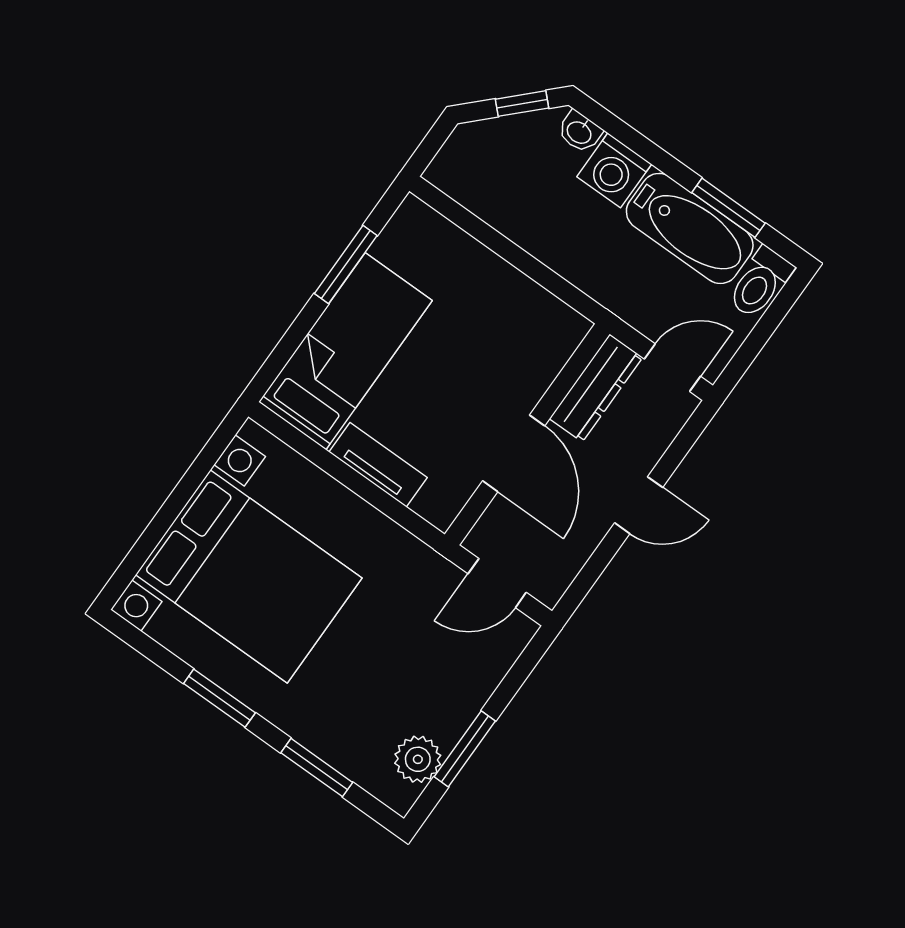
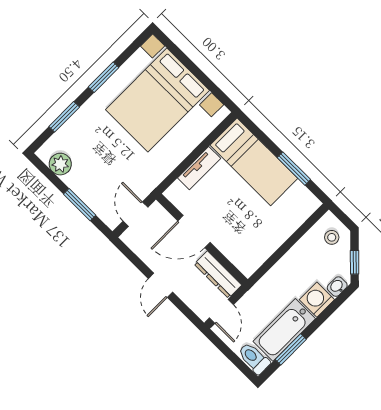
stool: (478, 161) -> (332, 237), added
window: (465, 749) -> (80, 205), moved

